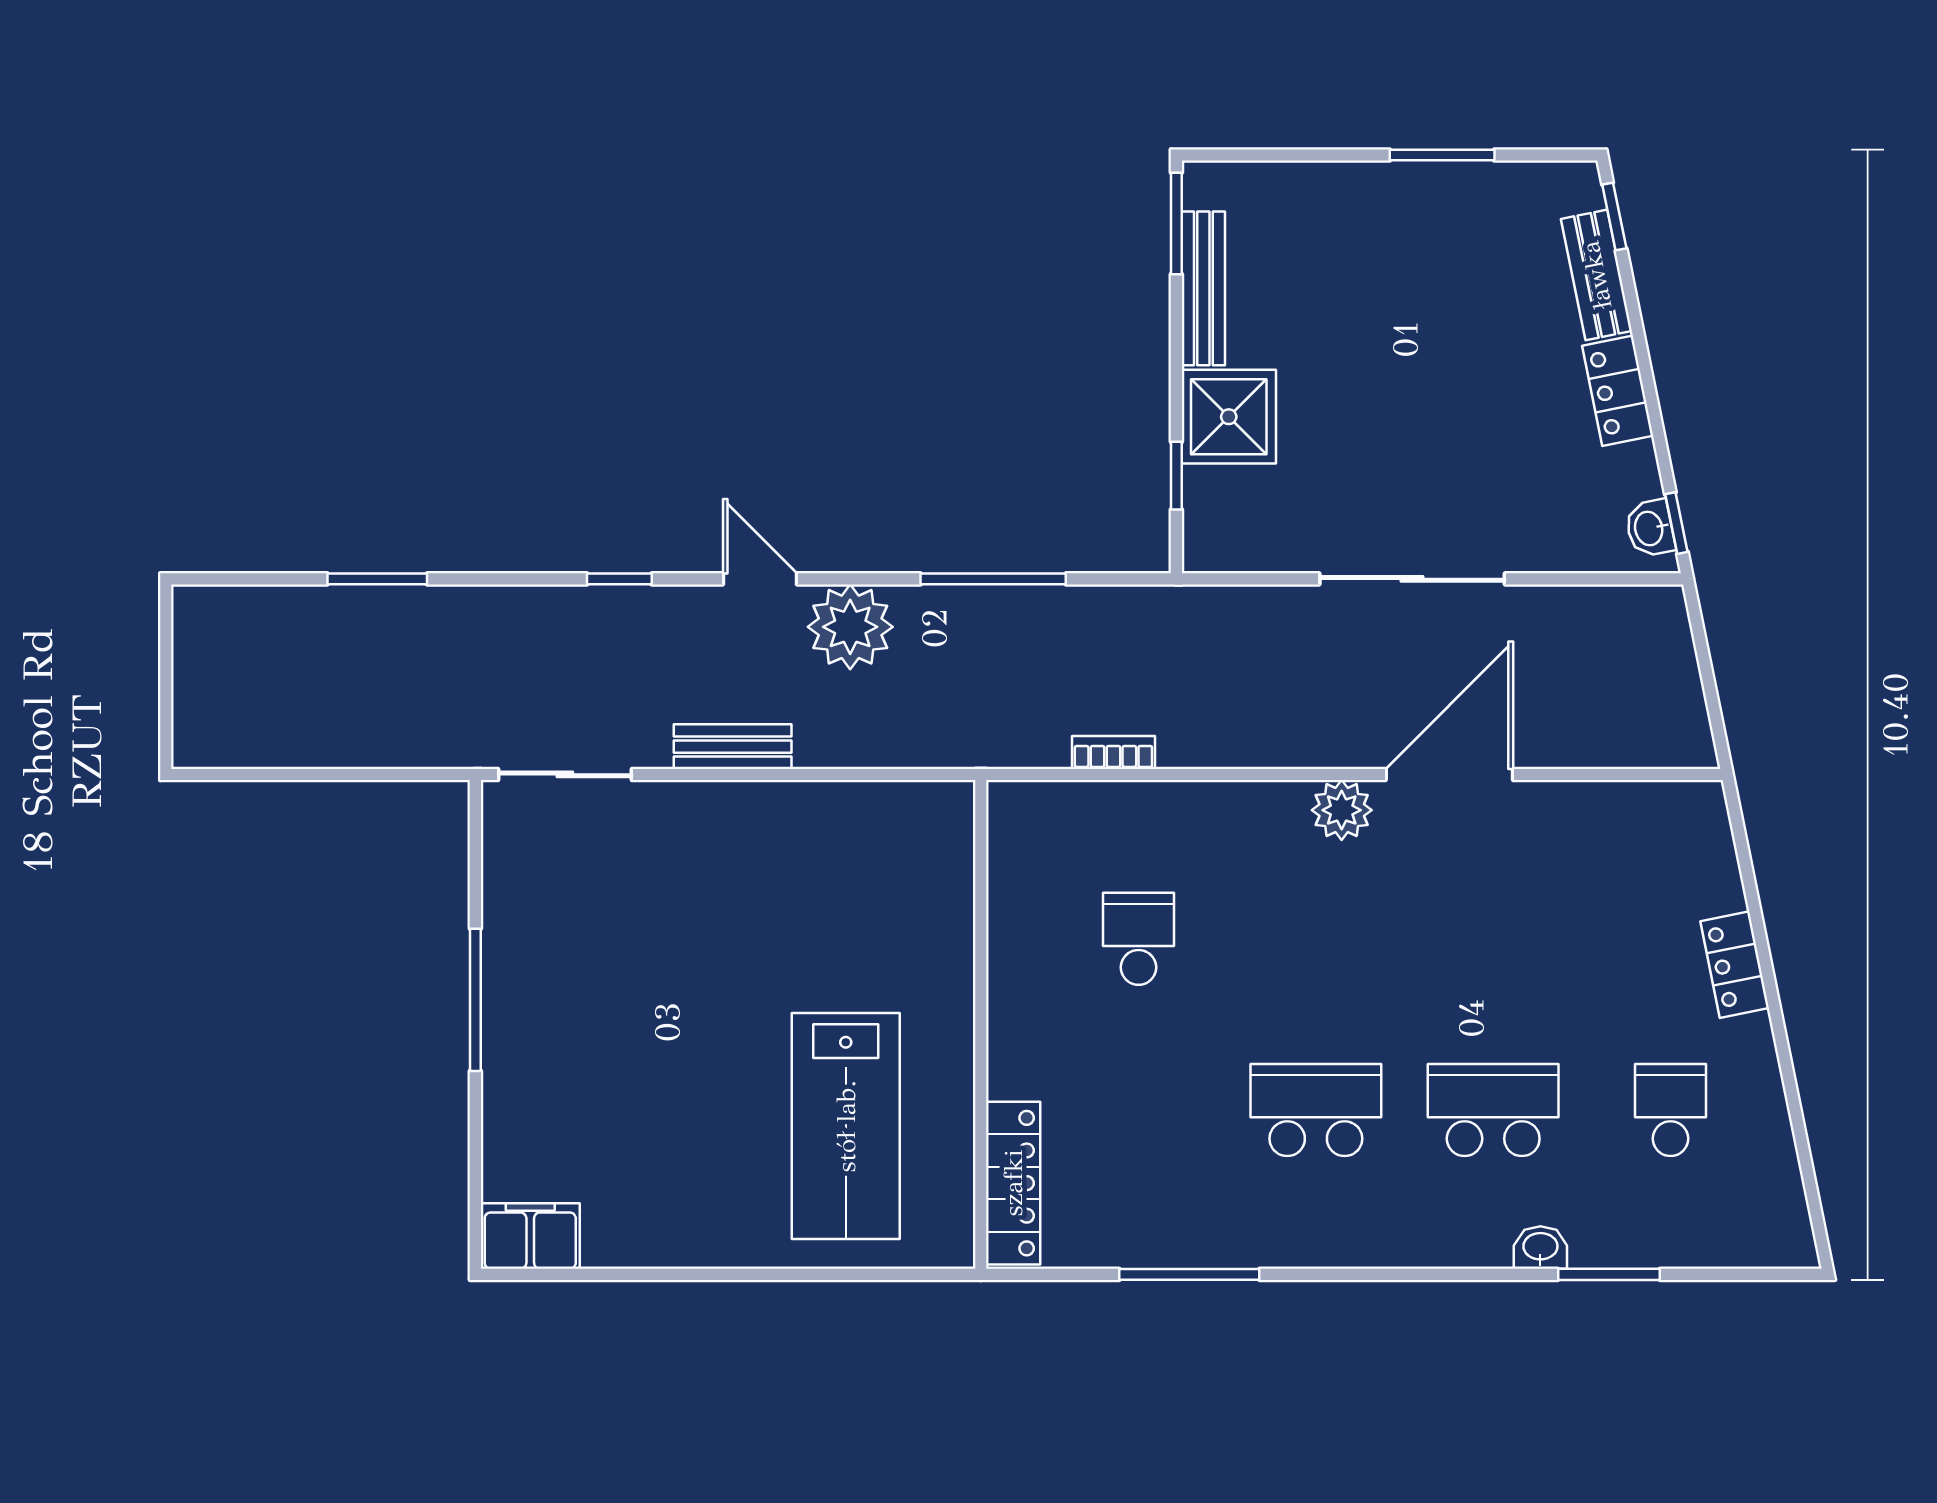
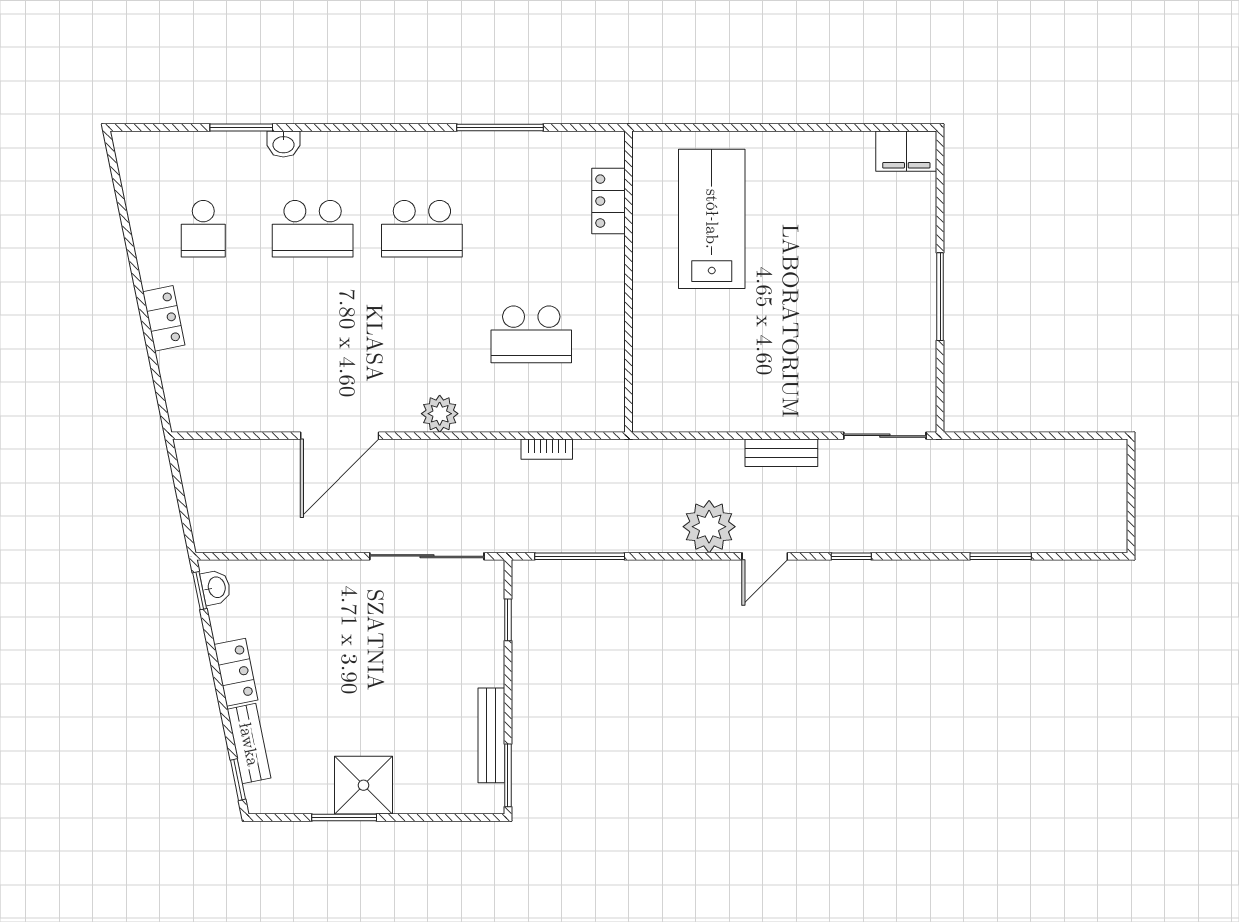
shower: (1229, 417) -> (363, 785), moved
door: (760, 579) -> (765, 556), hinge flipped
window: (993, 579) -> (580, 556), moved
sliding door: (1412, 579) -> (427, 556), moved
plant: (1342, 810) -> (440, 414), moved
school desk: (1139, 939) -> (531, 334), width x1.85
locker: (1013, 1183) -> (609, 201), width x0.66

